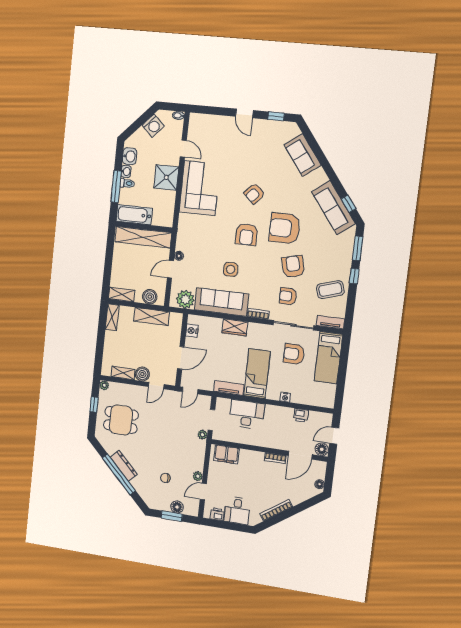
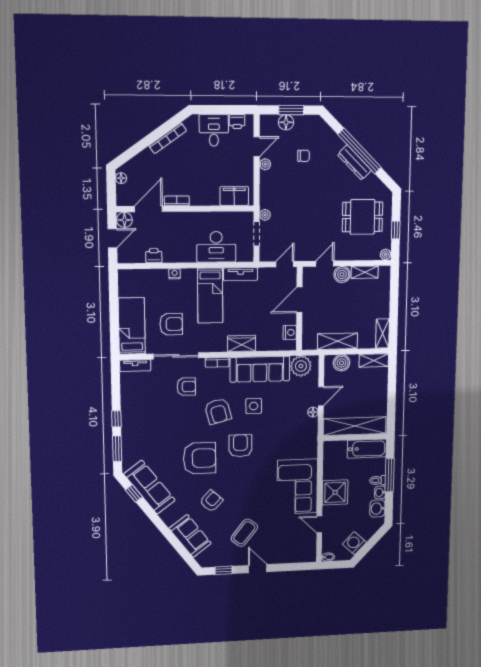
armchair: (254, 194) -> (211, 501), moved
armchair: (293, 267) -> (218, 411), moved
coffee table: (330, 290) -> (244, 533), moved, turned -35

